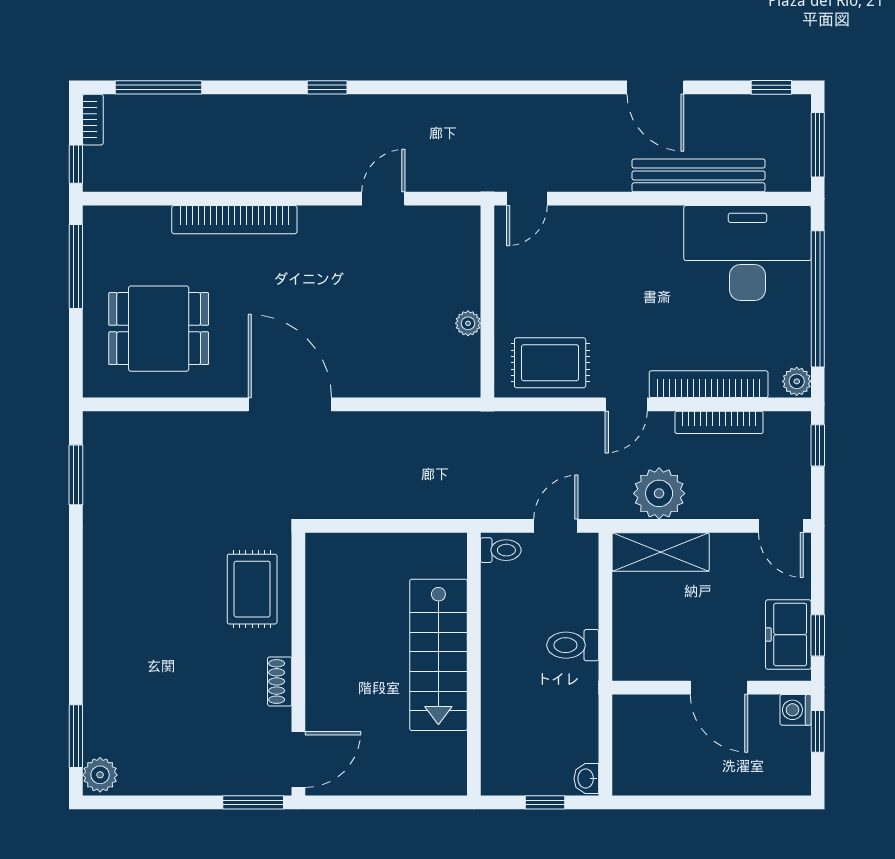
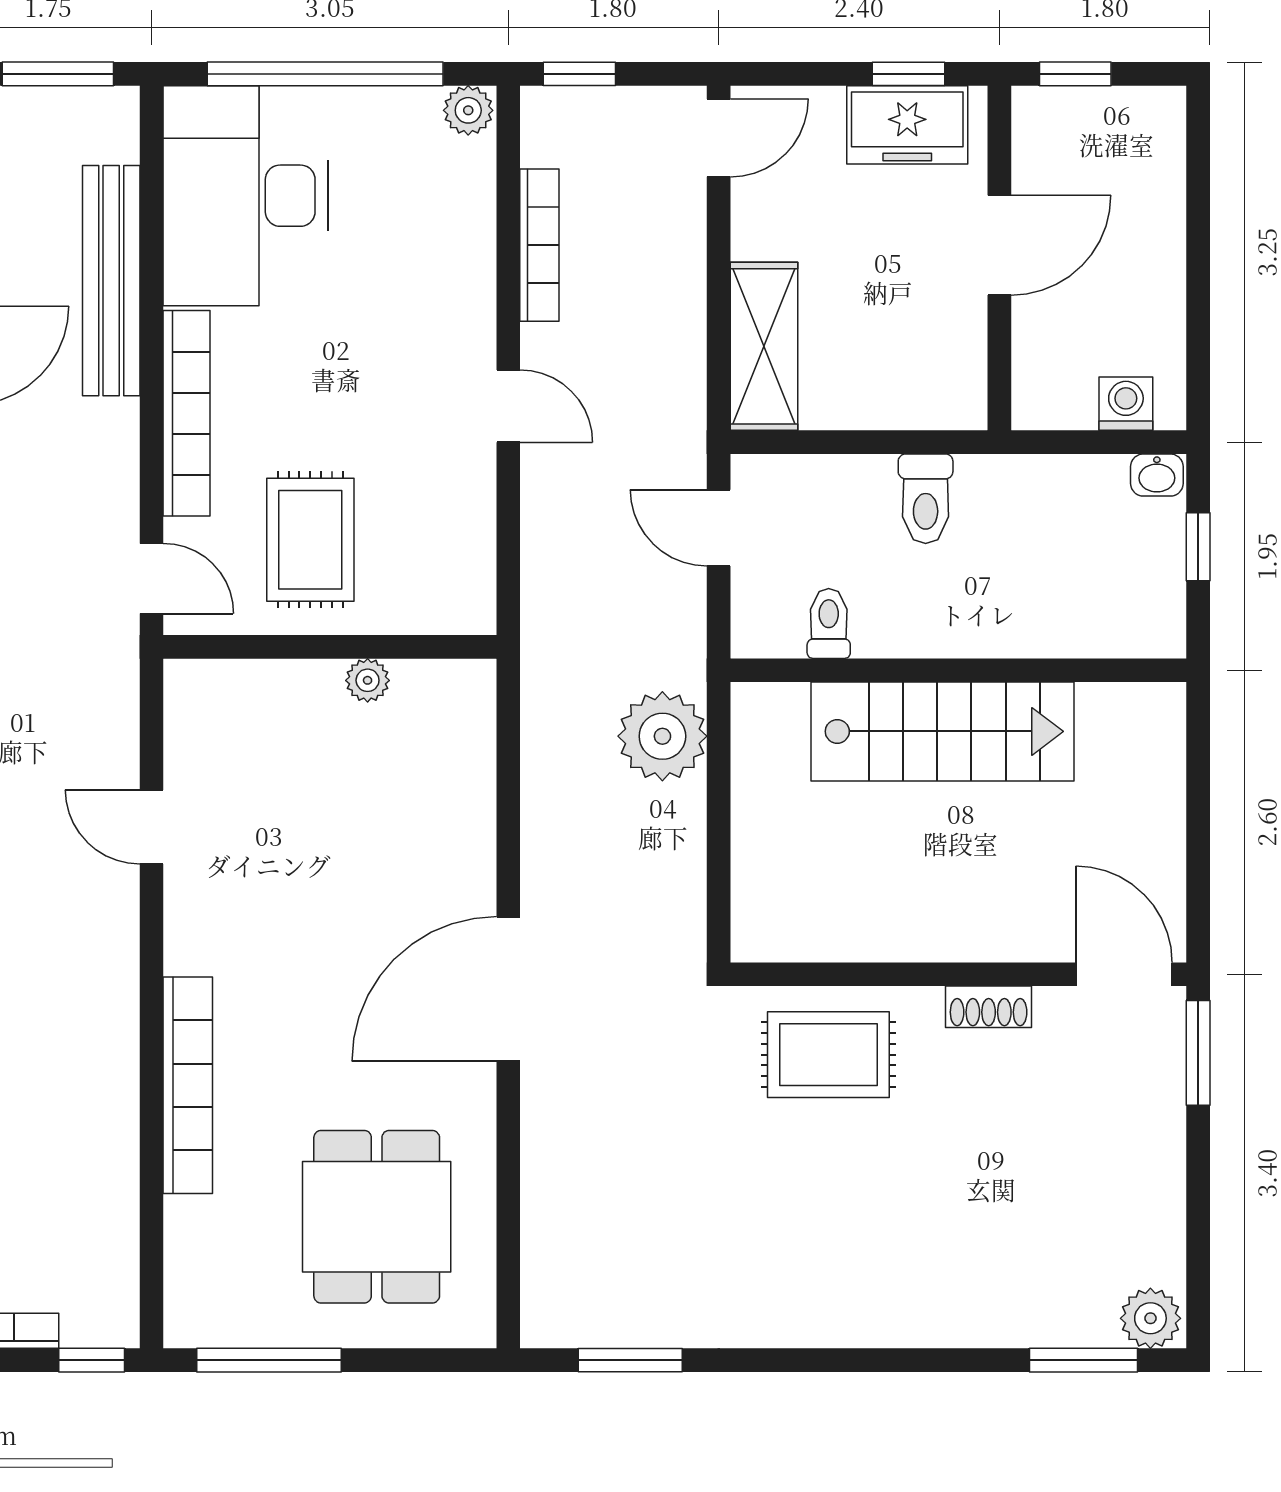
rug: (550, 363) -> (310, 540), moved
bookcase: (709, 384) -> (187, 413), moved, turned 180
plant: (659, 493) -> (662, 736), moved
toilet: (501, 550) -> (829, 623), moved
washing machine: (796, 710) -> (1126, 404), moved, turned 180

